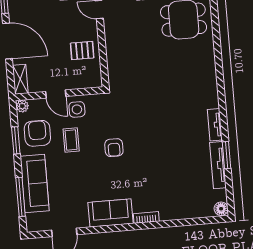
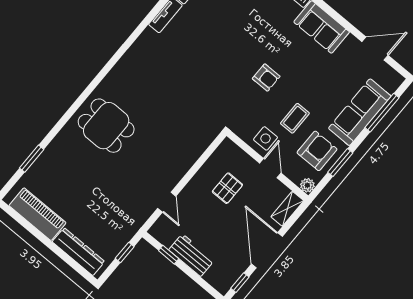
pallet: (82, 50) -> (227, 188), moved, turned 90
armchair: (37, 133) -> (317, 151), turned 180
armchair: (114, 148) -> (266, 77), turned 90

